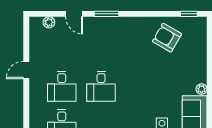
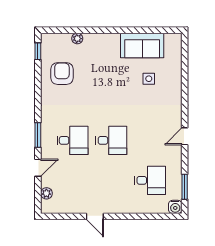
armchair: (167, 38) -> (62, 74), turned 150
desk: (62, 86) -> (72, 140), moved
plant: (202, 89) -> (77, 39), moved

